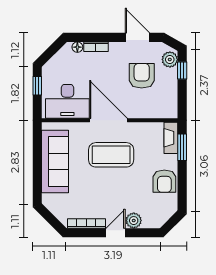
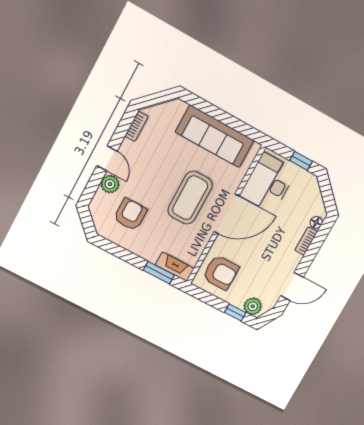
armchair: (142, 76) -> (221, 272), moved
armchair: (164, 181) -> (130, 215), moved, turned 90
bookcase: (86, 223) -> (137, 126), width x0.64

